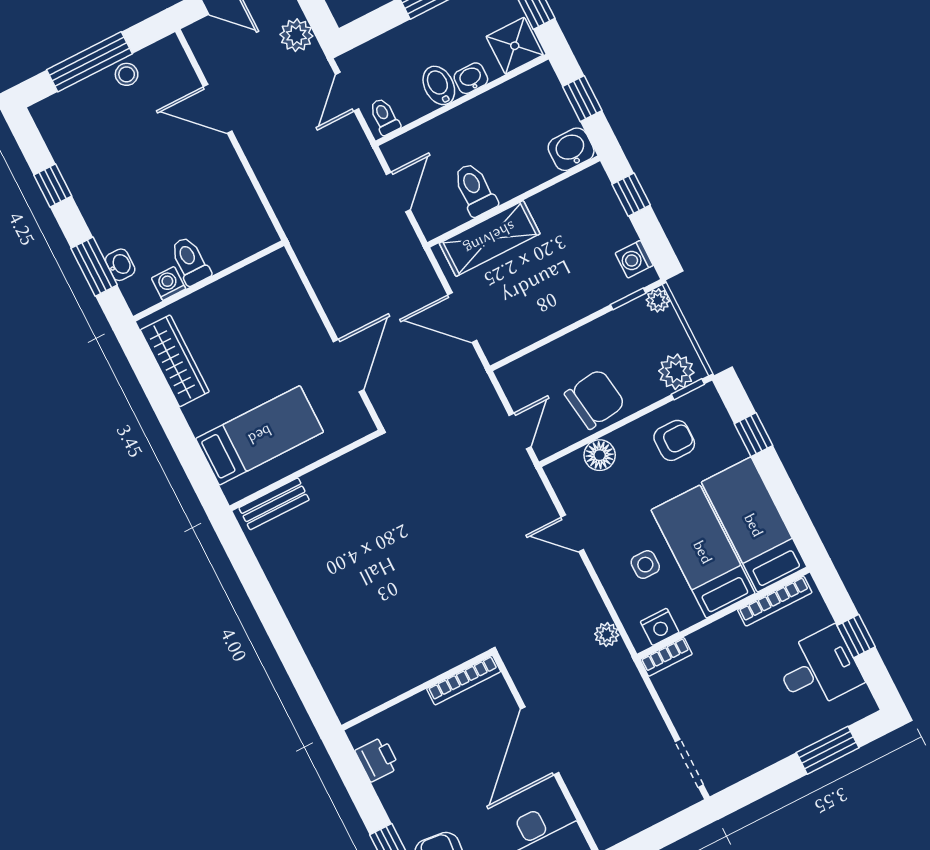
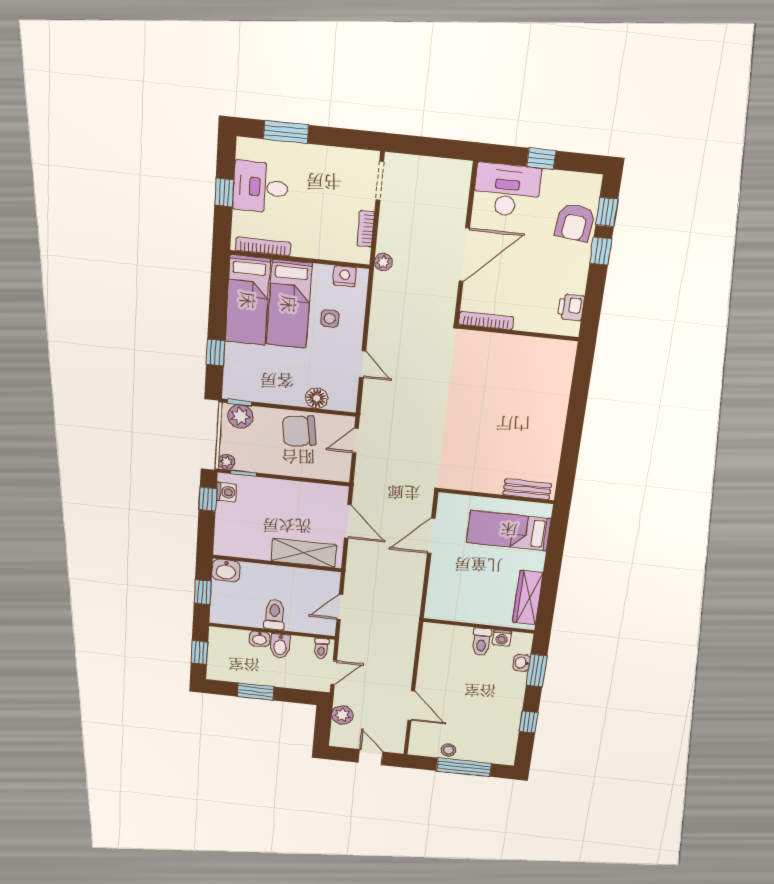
shower: (515, 46) -> (224, 640), removed
toilet: (475, 189) -> (274, 615), moved, turned 180
window: (631, 195) -> (208, 499), moved
armchair: (674, 440) -> (266, 379), removed
plant: (607, 635) -> (383, 262), moved
bookcase: (666, 657) -> (366, 229), moved, turned -90

